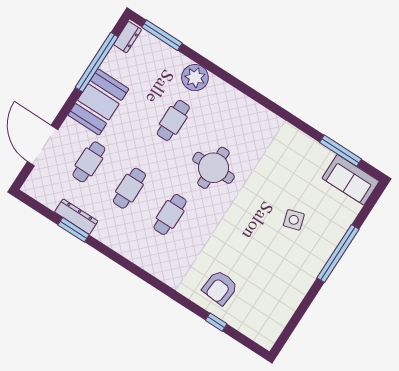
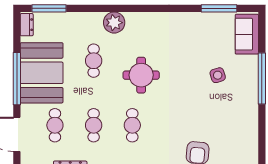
window: (97, 62) -> (17, 79), moved
plant: (195, 78) -> (114, 23), moved
booth: (98, 102) -> (42, 73), width x1.36, depth x1.42
sofa: (351, 180) -> (247, 34), moved, turned 90

